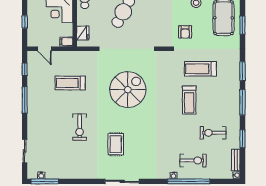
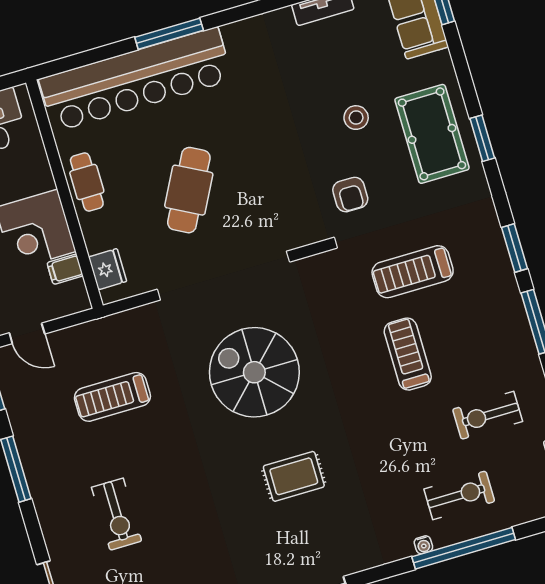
filing cabinet: (66, 42) -> (65, 269), moved
spiral stairs: (128, 90) -> (254, 372), turned -90
treadmill: (189, 100) -> (408, 354), turned 180
exercise bike: (80, 127) -> (117, 514), moved
rug: (116, 144) -> (294, 476), moved, turned 90

